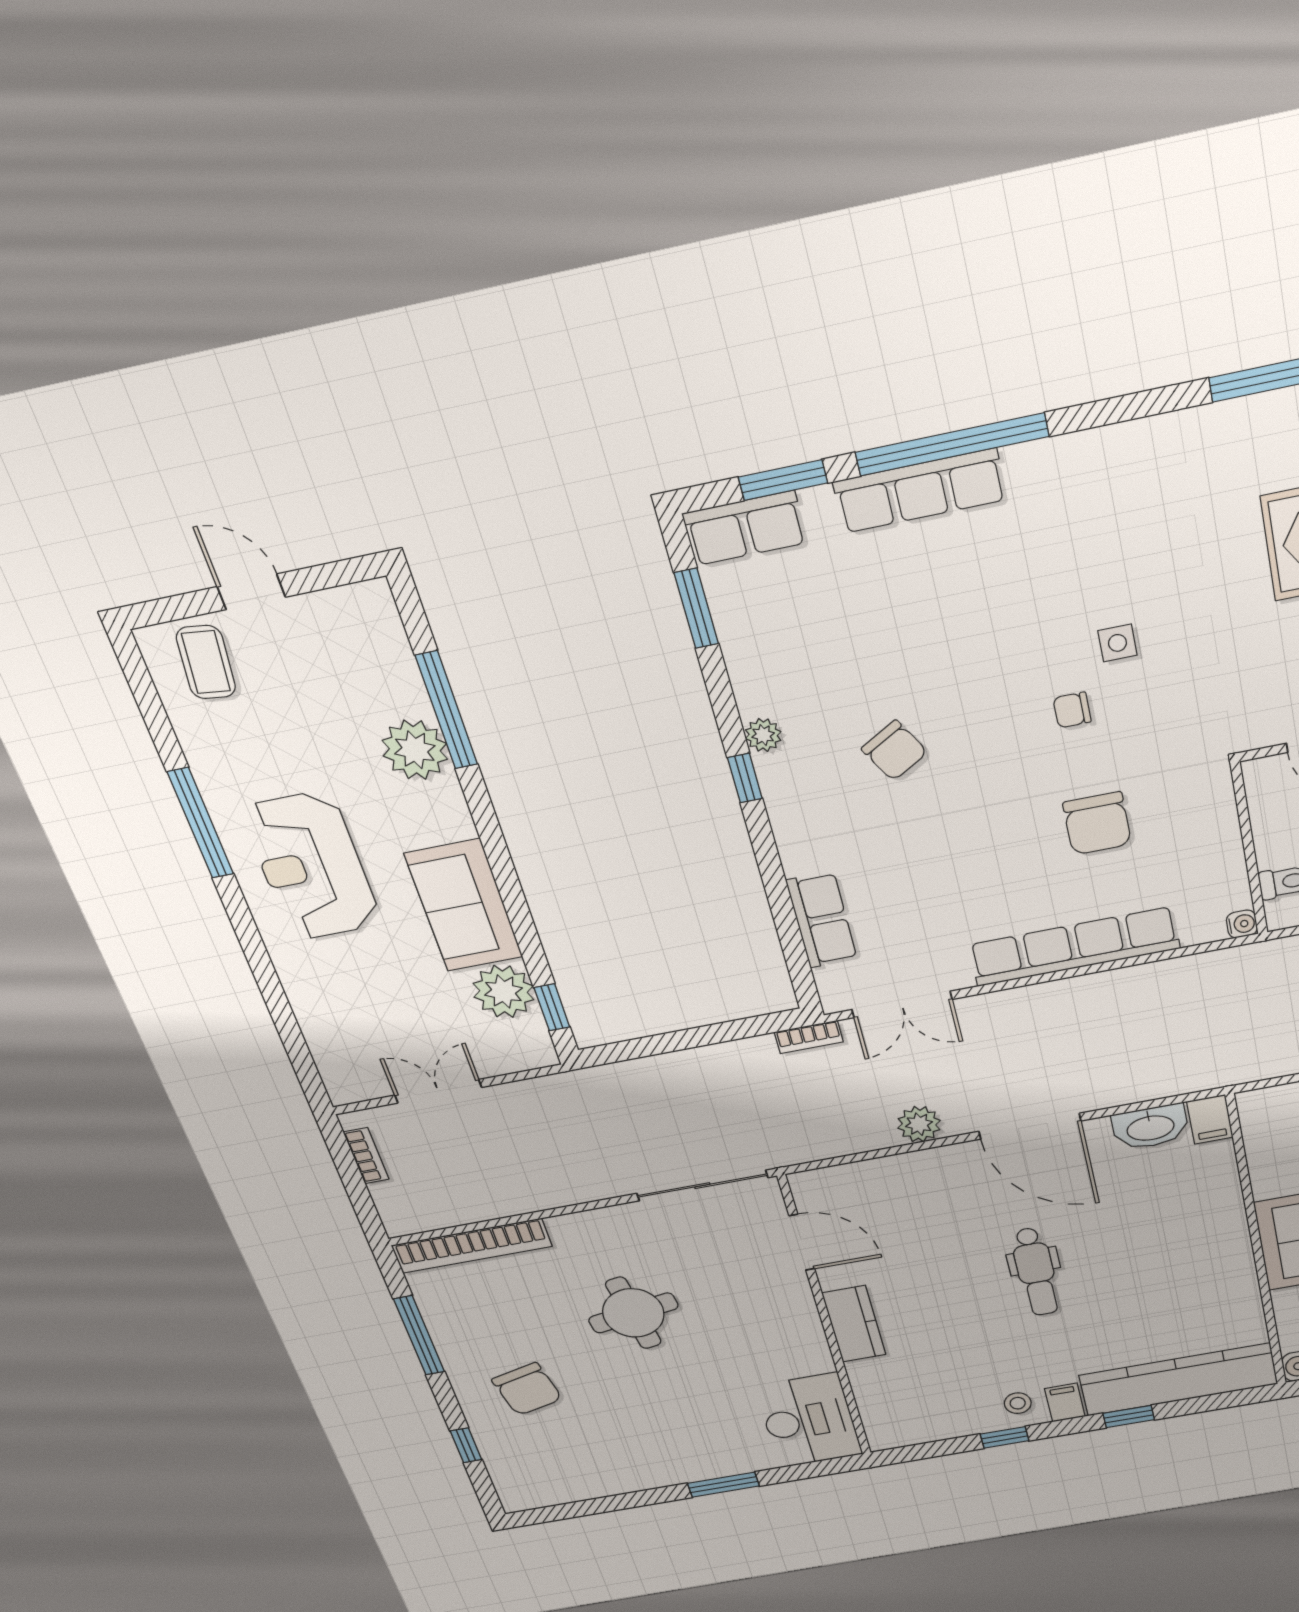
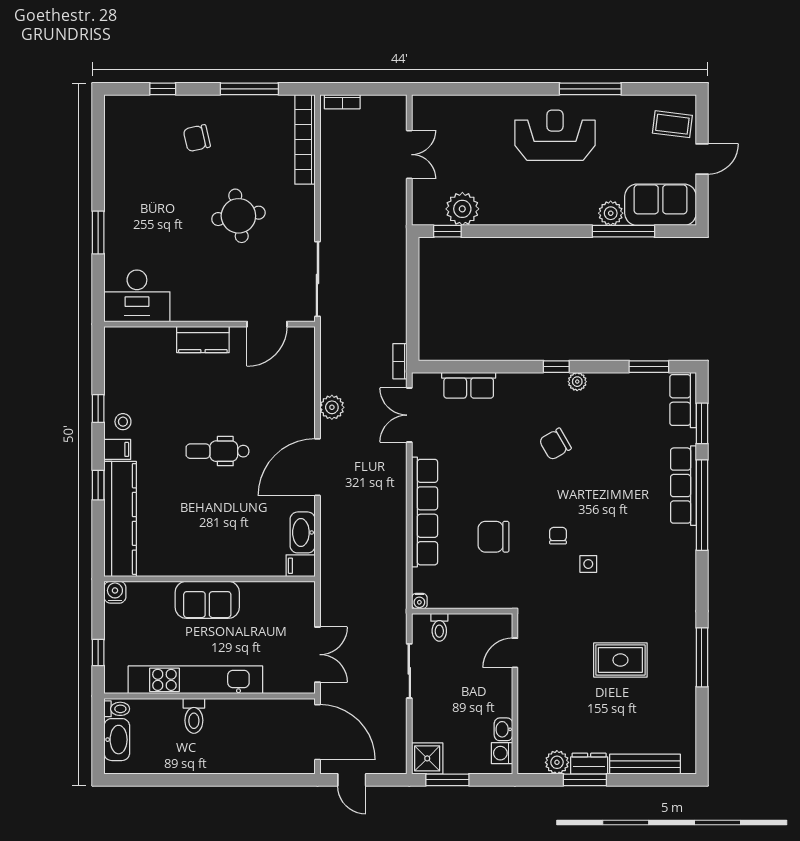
plant: (415, 750) -> (611, 213), width x0.73, depth x0.73
sofa: (464, 906) -> (660, 205), moved
bookcase: (366, 1156) -> (342, 102), moved
chair: (527, 1389) -> (197, 138), width x0.73, depth x0.73

